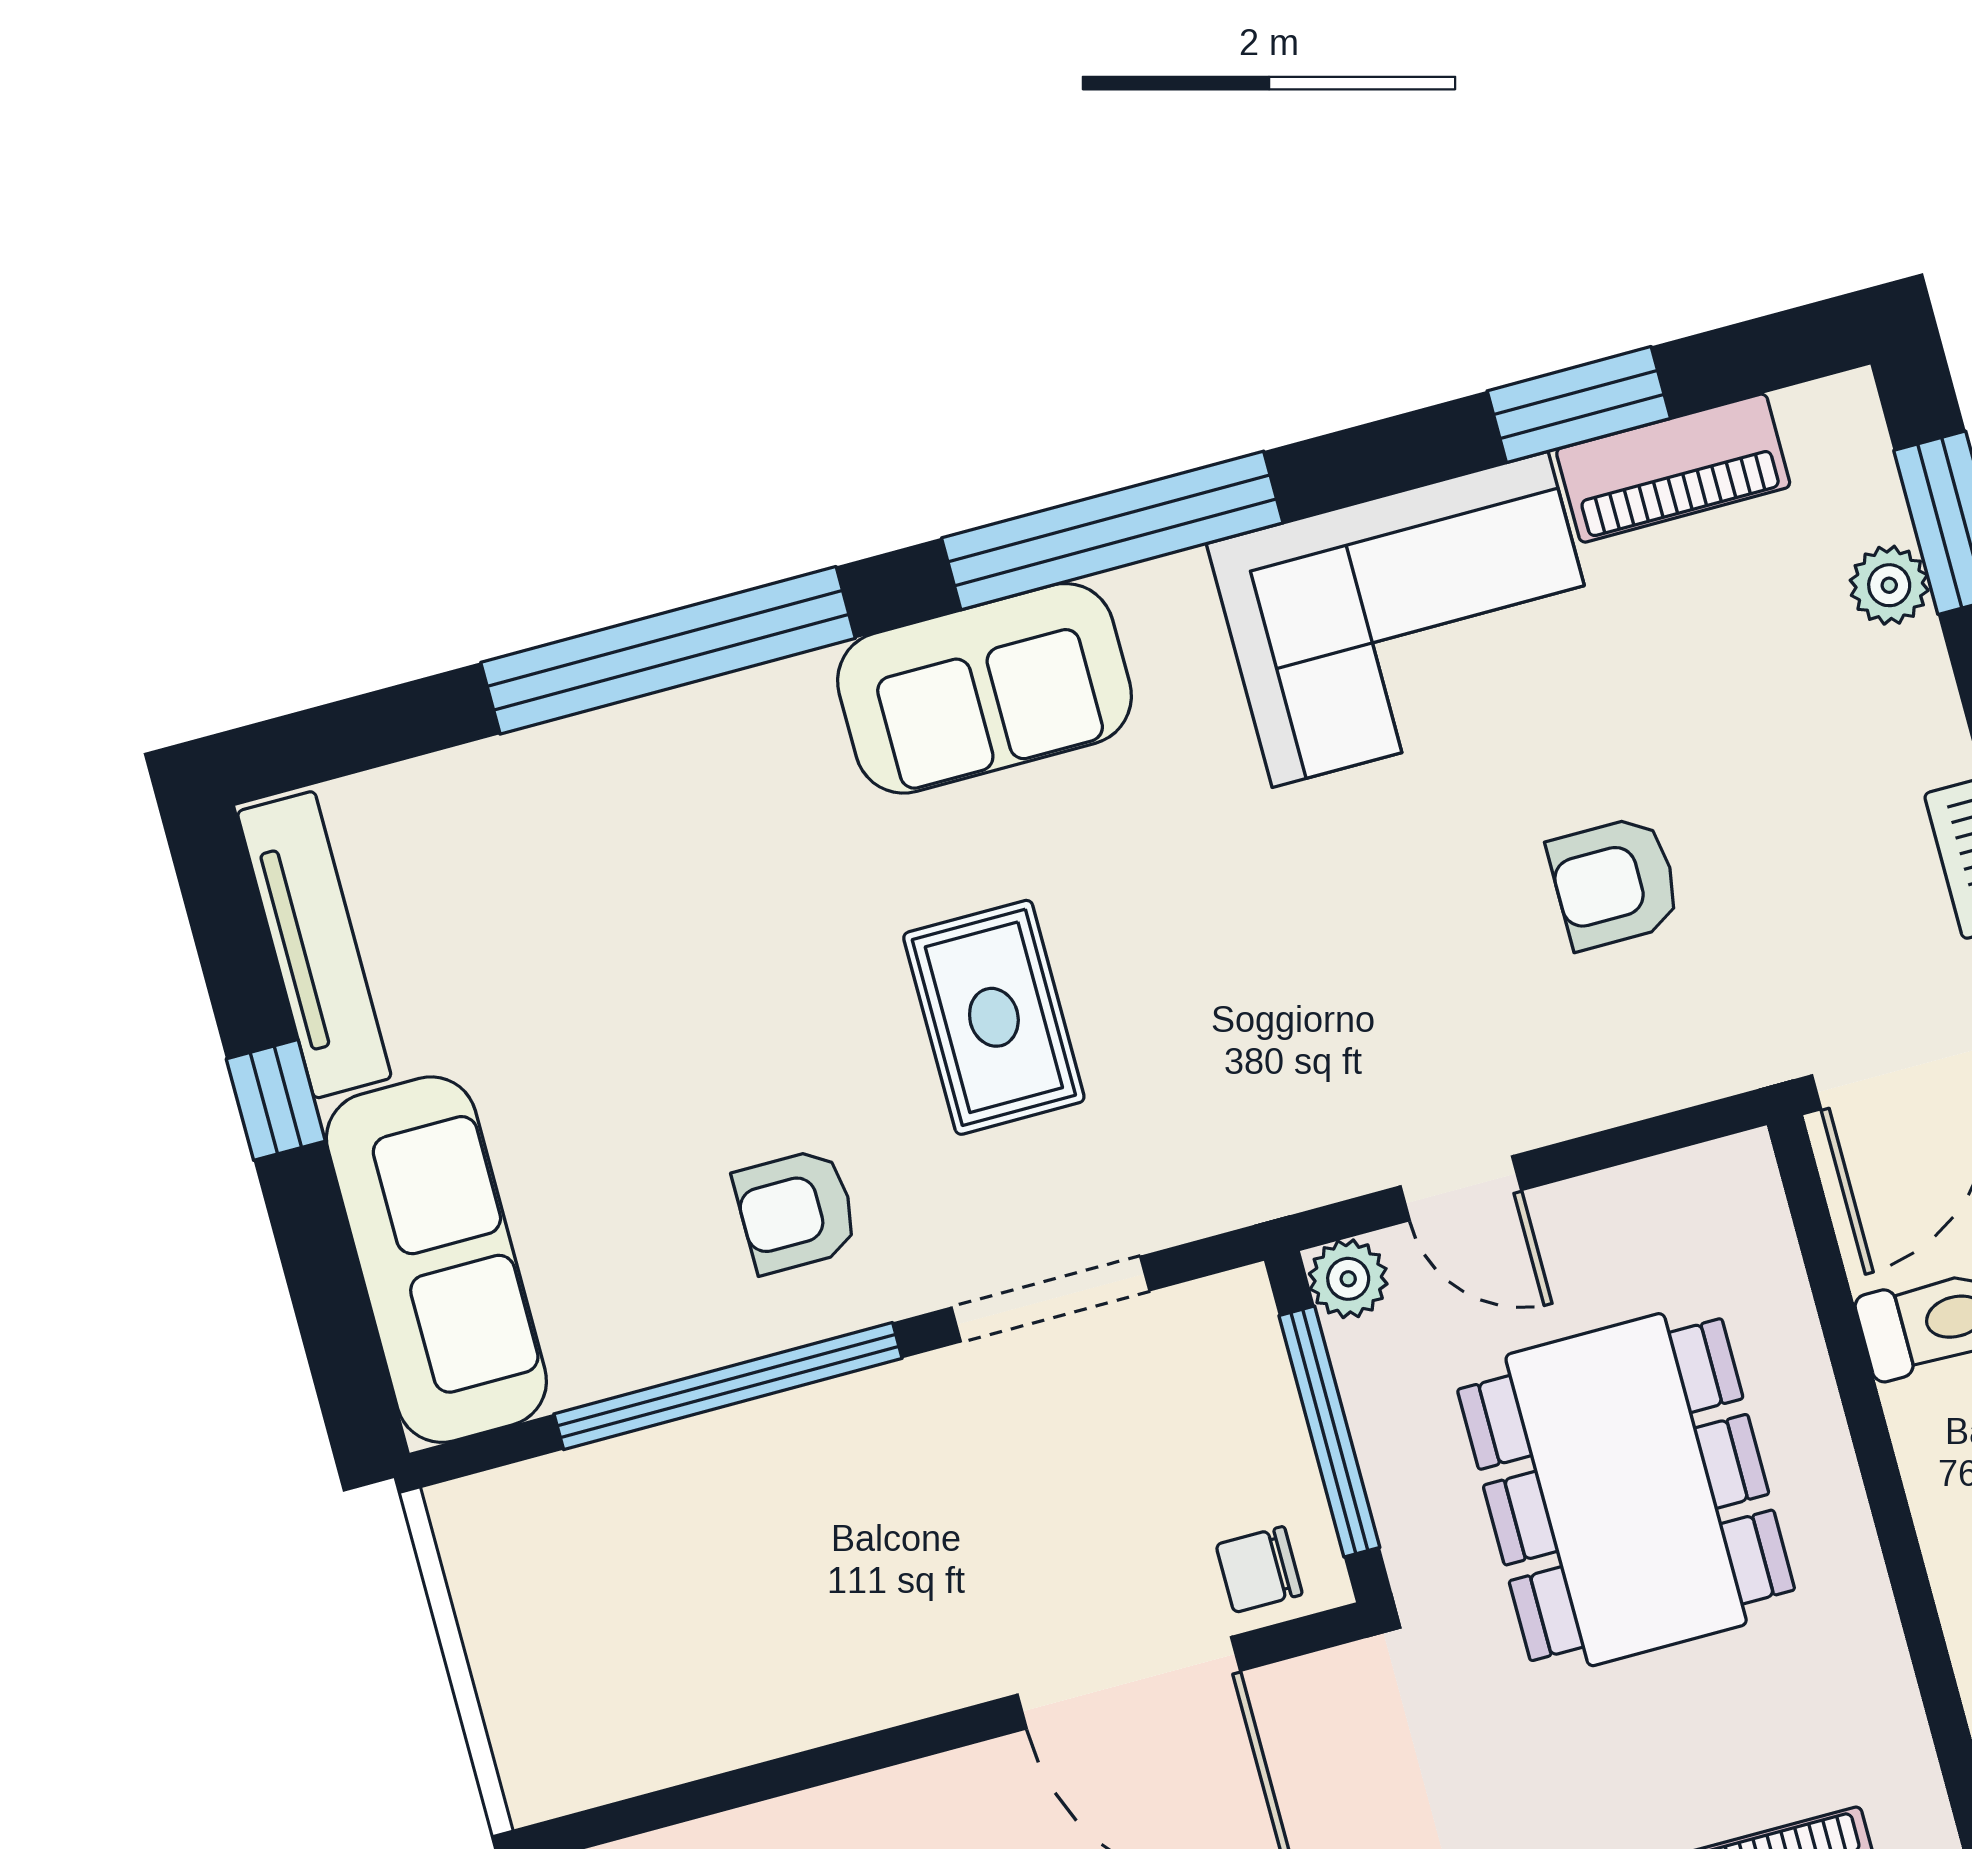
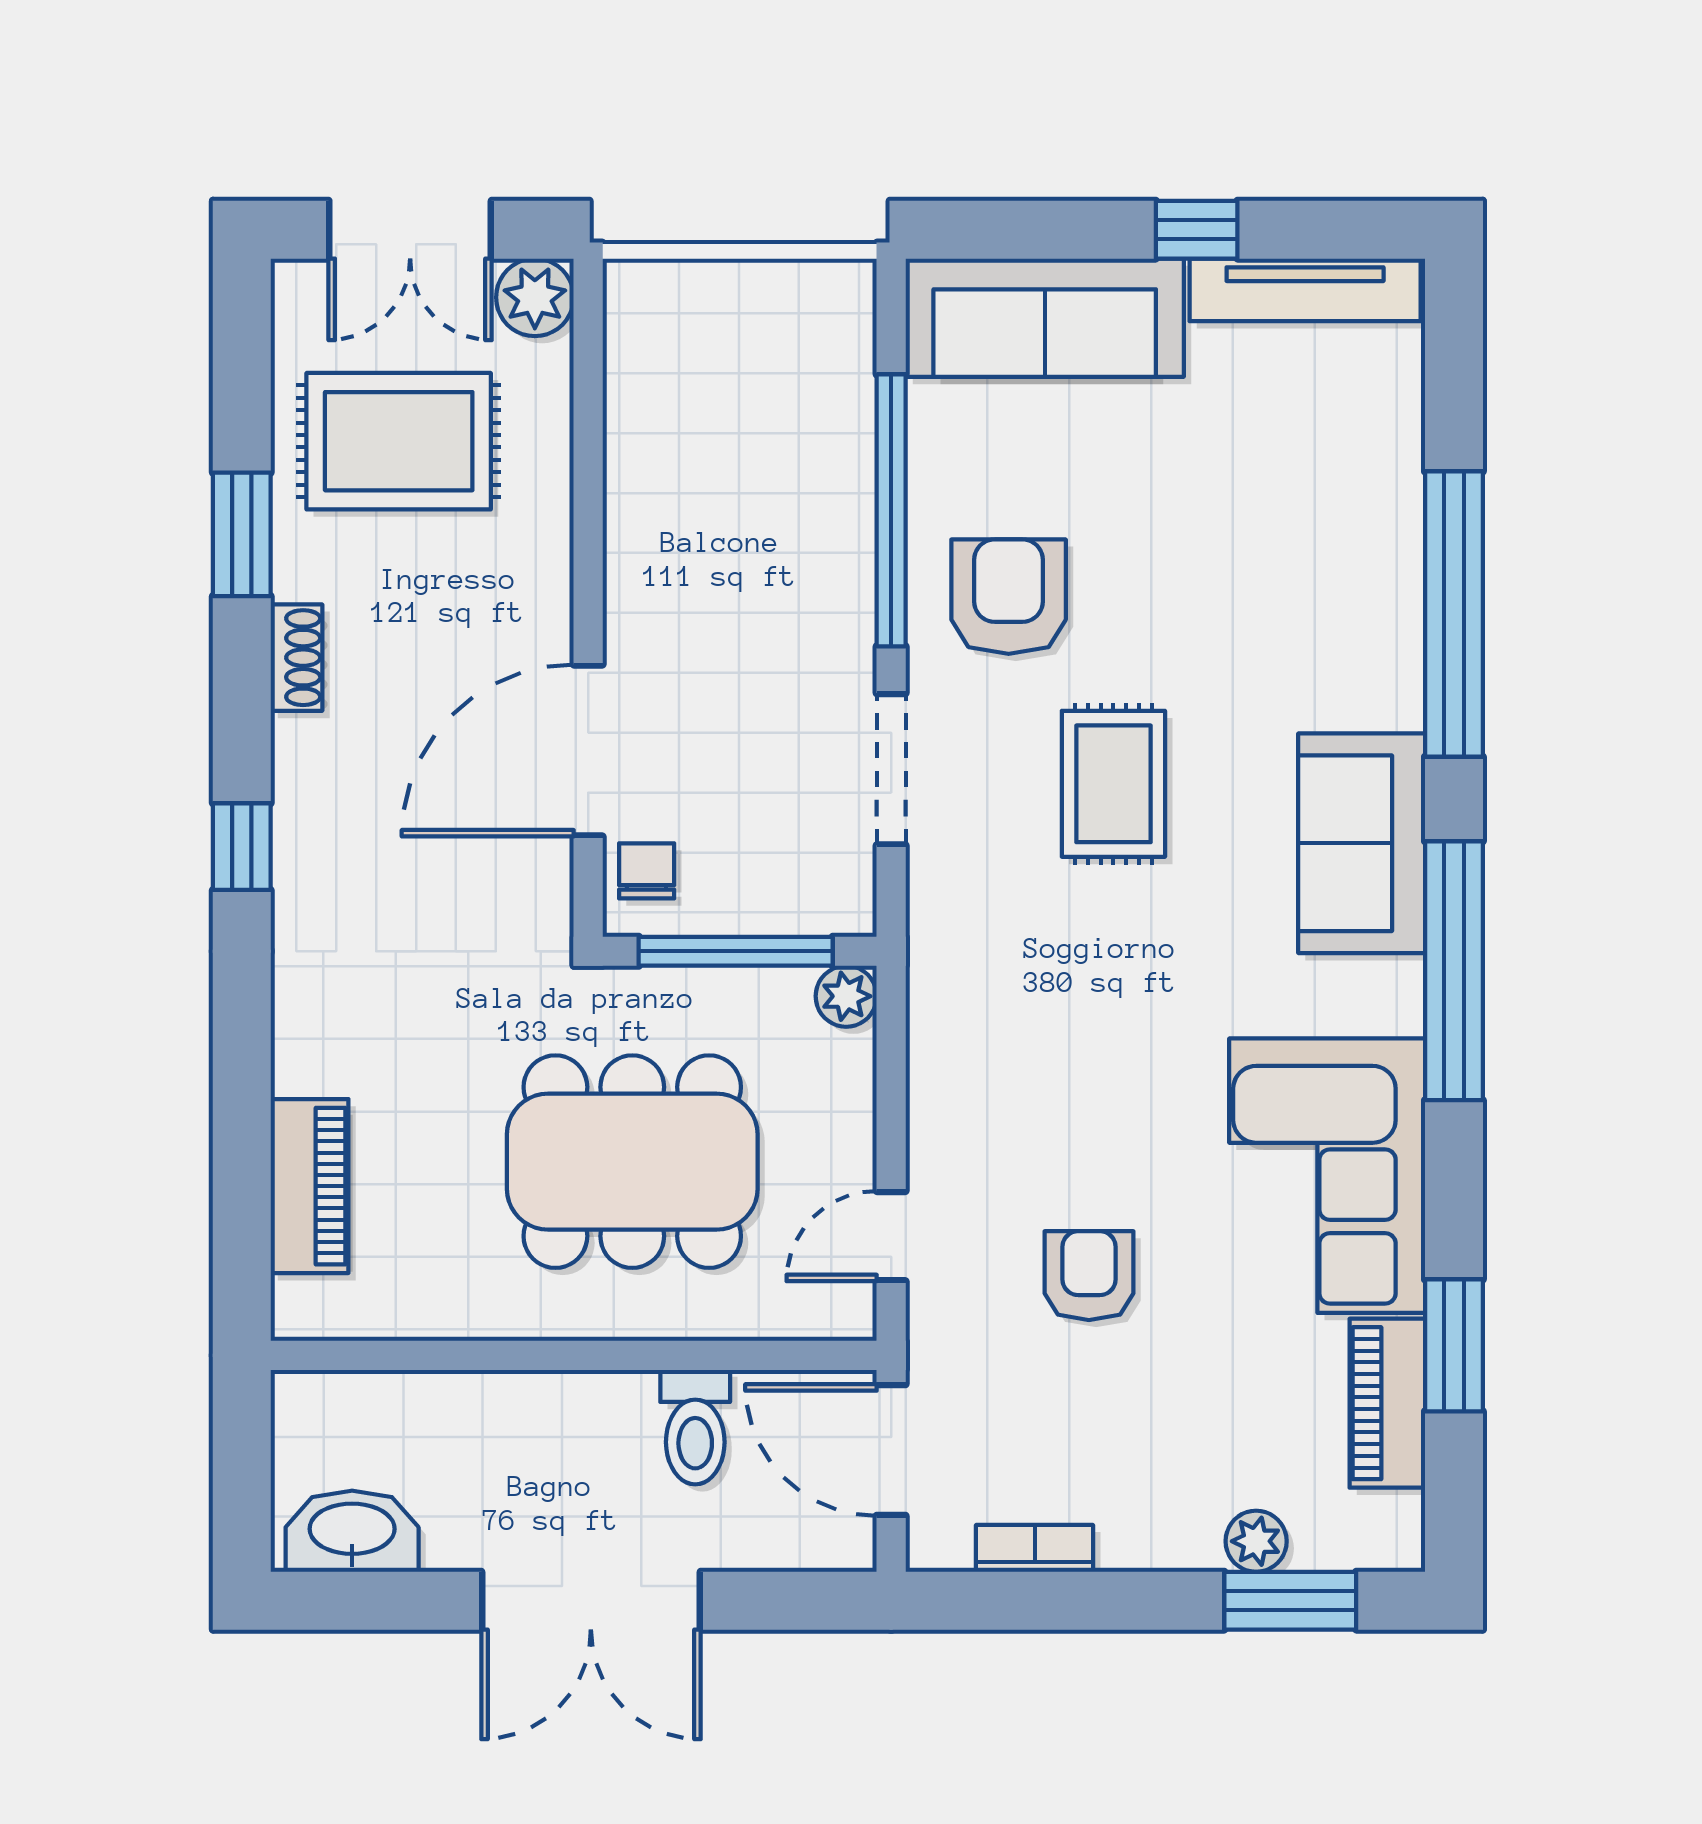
rug: (994, 1017) -> (1113, 784), turned 90
door: (1461, 1188) -> (891, 1236), moved
armchair: (796, 1211) -> (1009, 597), width x1.38, depth x1.38

